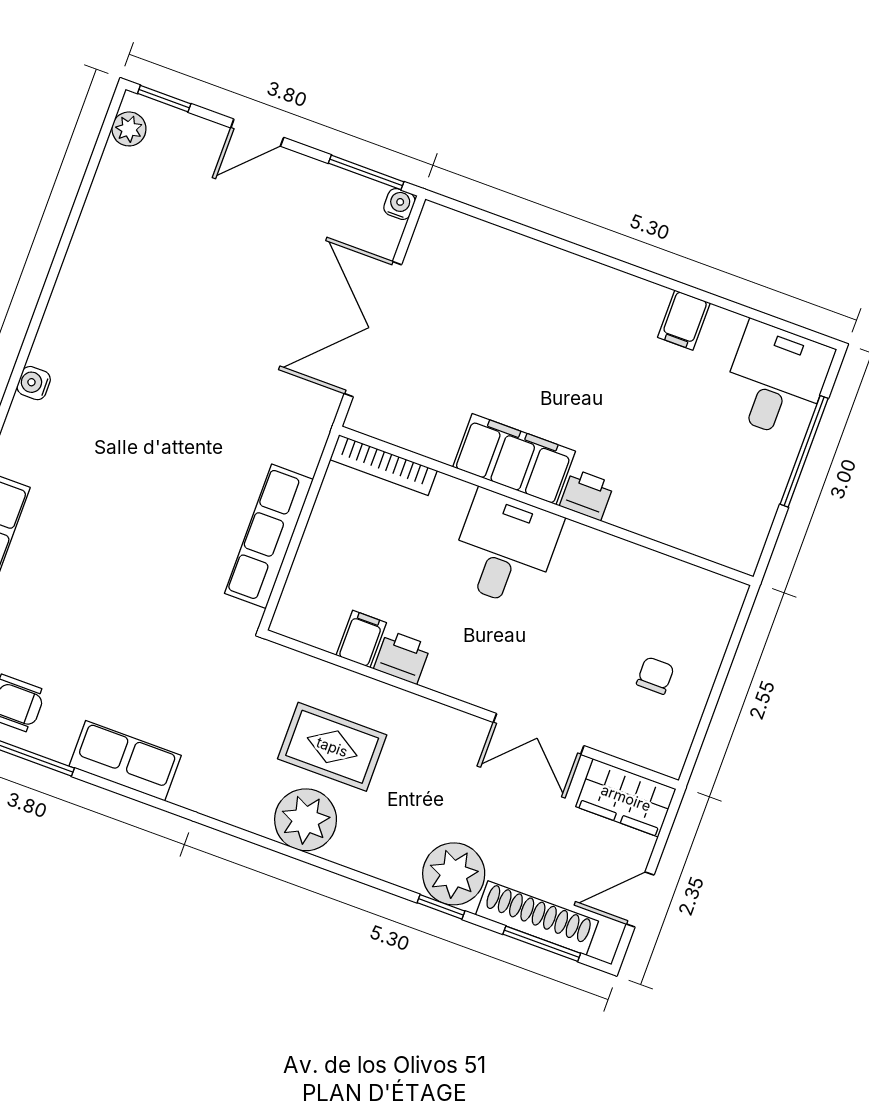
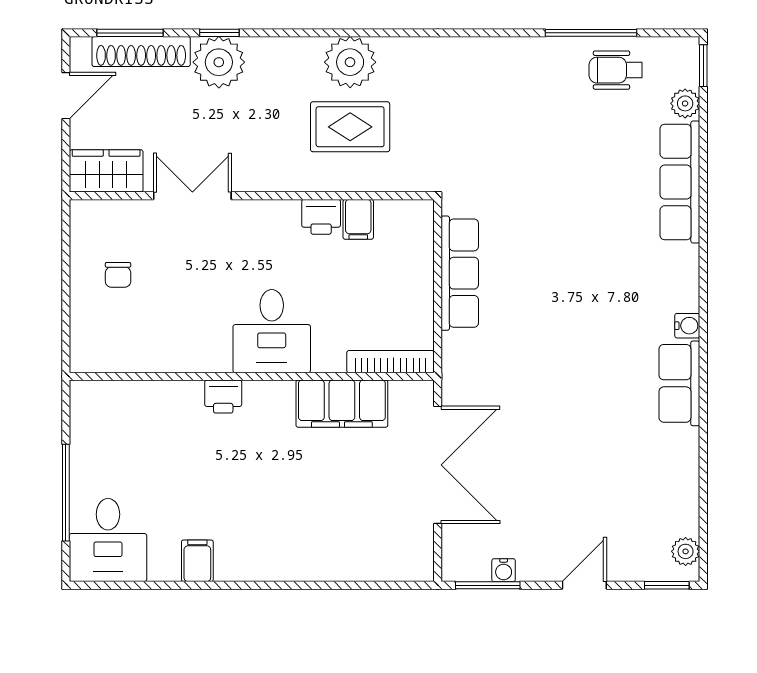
water cooler: (399, 204) -> (504, 570), moved
filing cabinet: (514, 459) -> (342, 404), moved
row of seats: (125, 761) -> (679, 383), moved, turned 90

